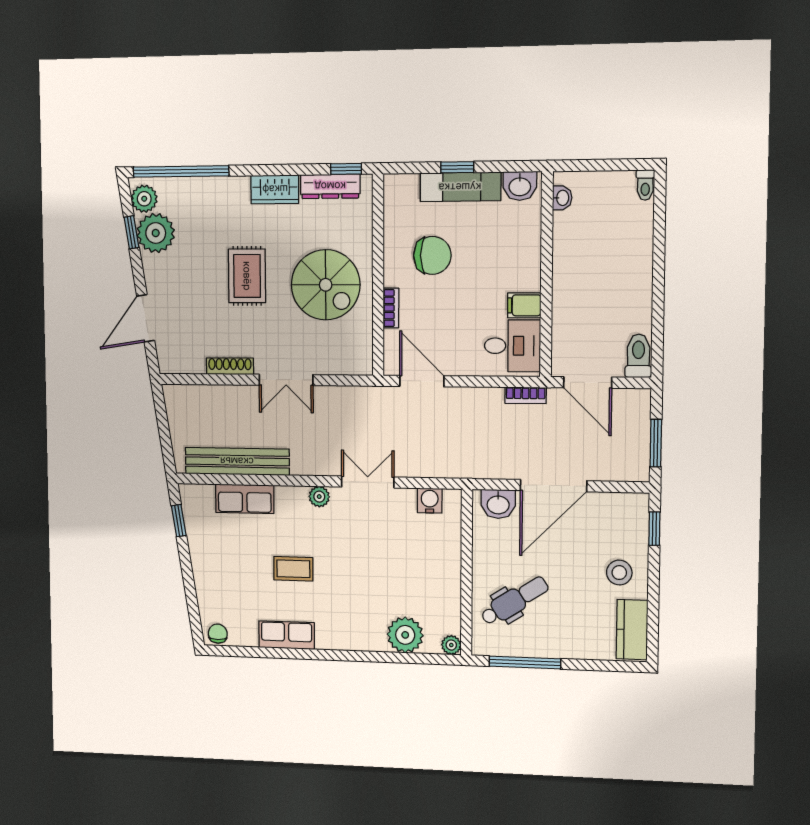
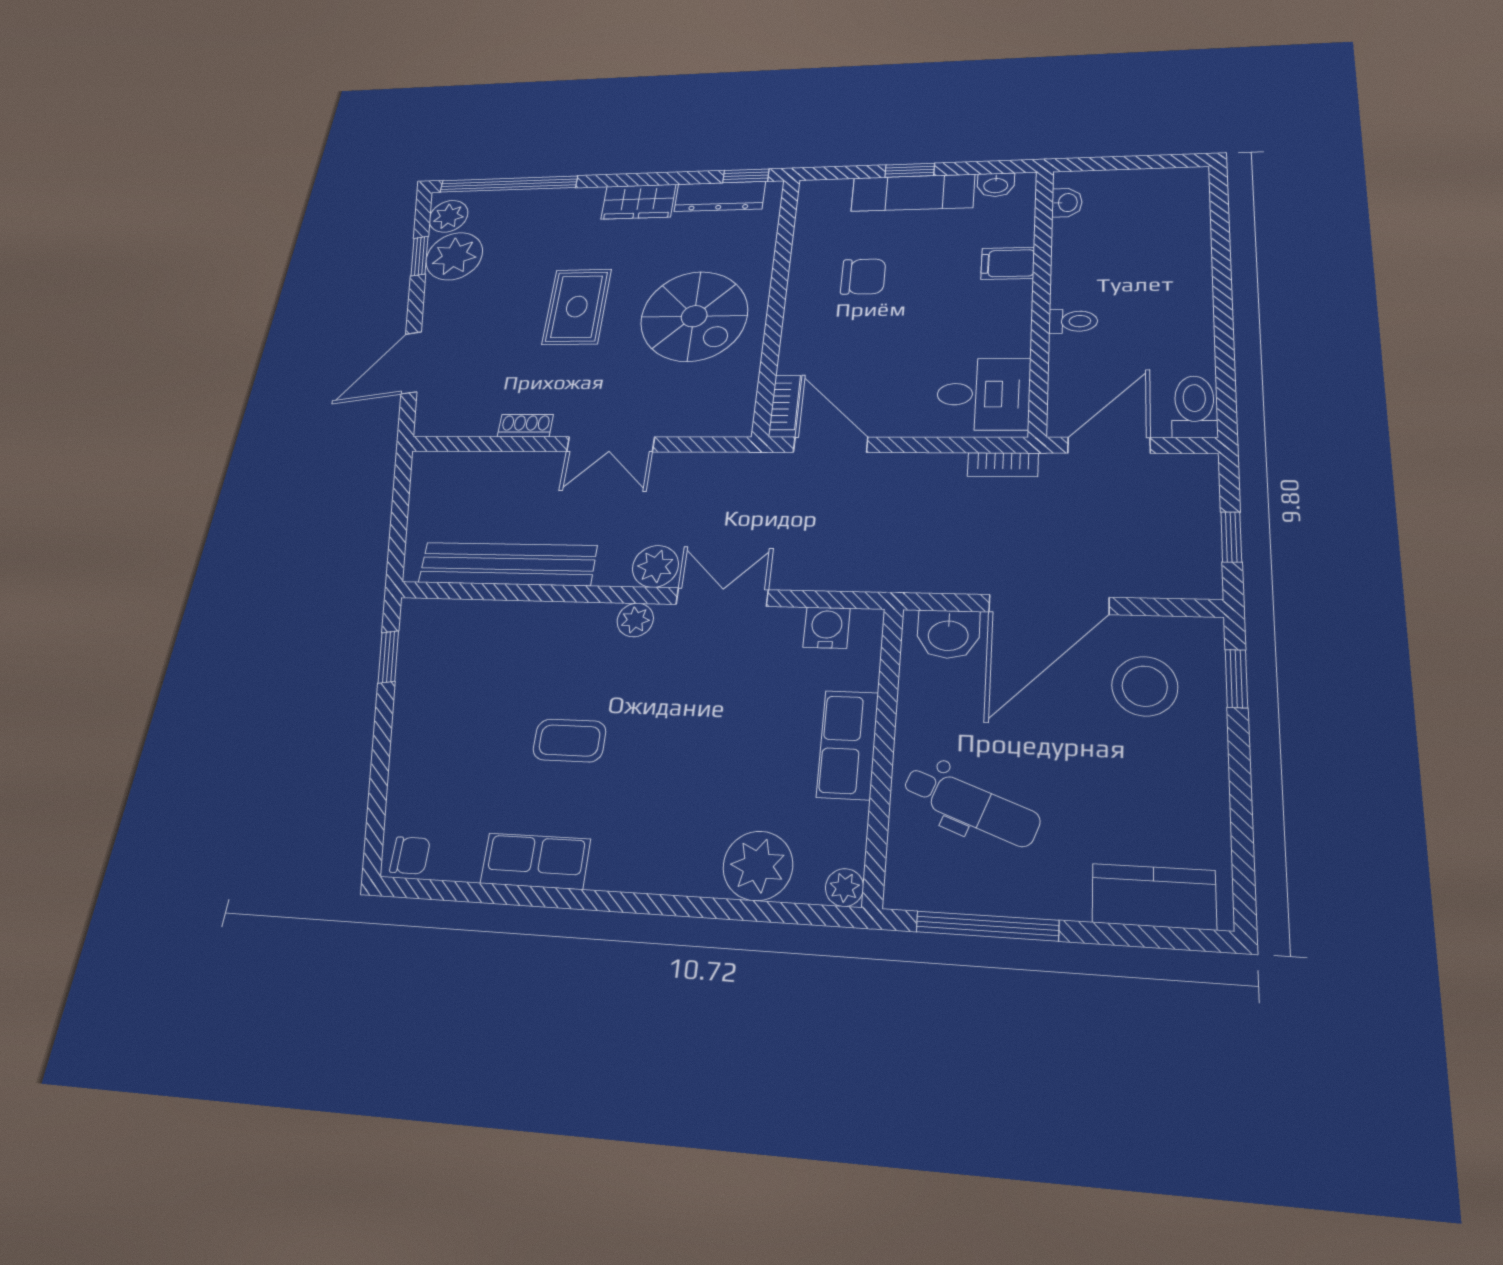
toilet: (645, 185) -> (1073, 321), moved, turned -90
washbasin: (520, 186) -> (996, 185), width x0.72, depth x0.69
chair: (432, 255) -> (863, 277), width x0.73, depth x0.73
filing cabinet: (524, 305) -> (1008, 263), moved
bookcase: (391, 308) -> (785, 402), moved
shoe rack: (230, 366) -> (525, 426), width x0.70
door: (588, 382) -> (1109, 445), swing flipped
window: (656, 443) -> (1231, 537), width x0.67
plant: (326, 463) -> (655, 566), added
row of seats: (245, 499) -> (848, 745), moved, turned 90
stool: (619, 573) -> (1145, 686), moved, width x1.38, depth x1.38
dental chair: (514, 601) -> (971, 805), turned 54
kitchen counter: (632, 630) -> (1154, 897), moved, turned 90
chair: (218, 634) -> (410, 855), turned 90

